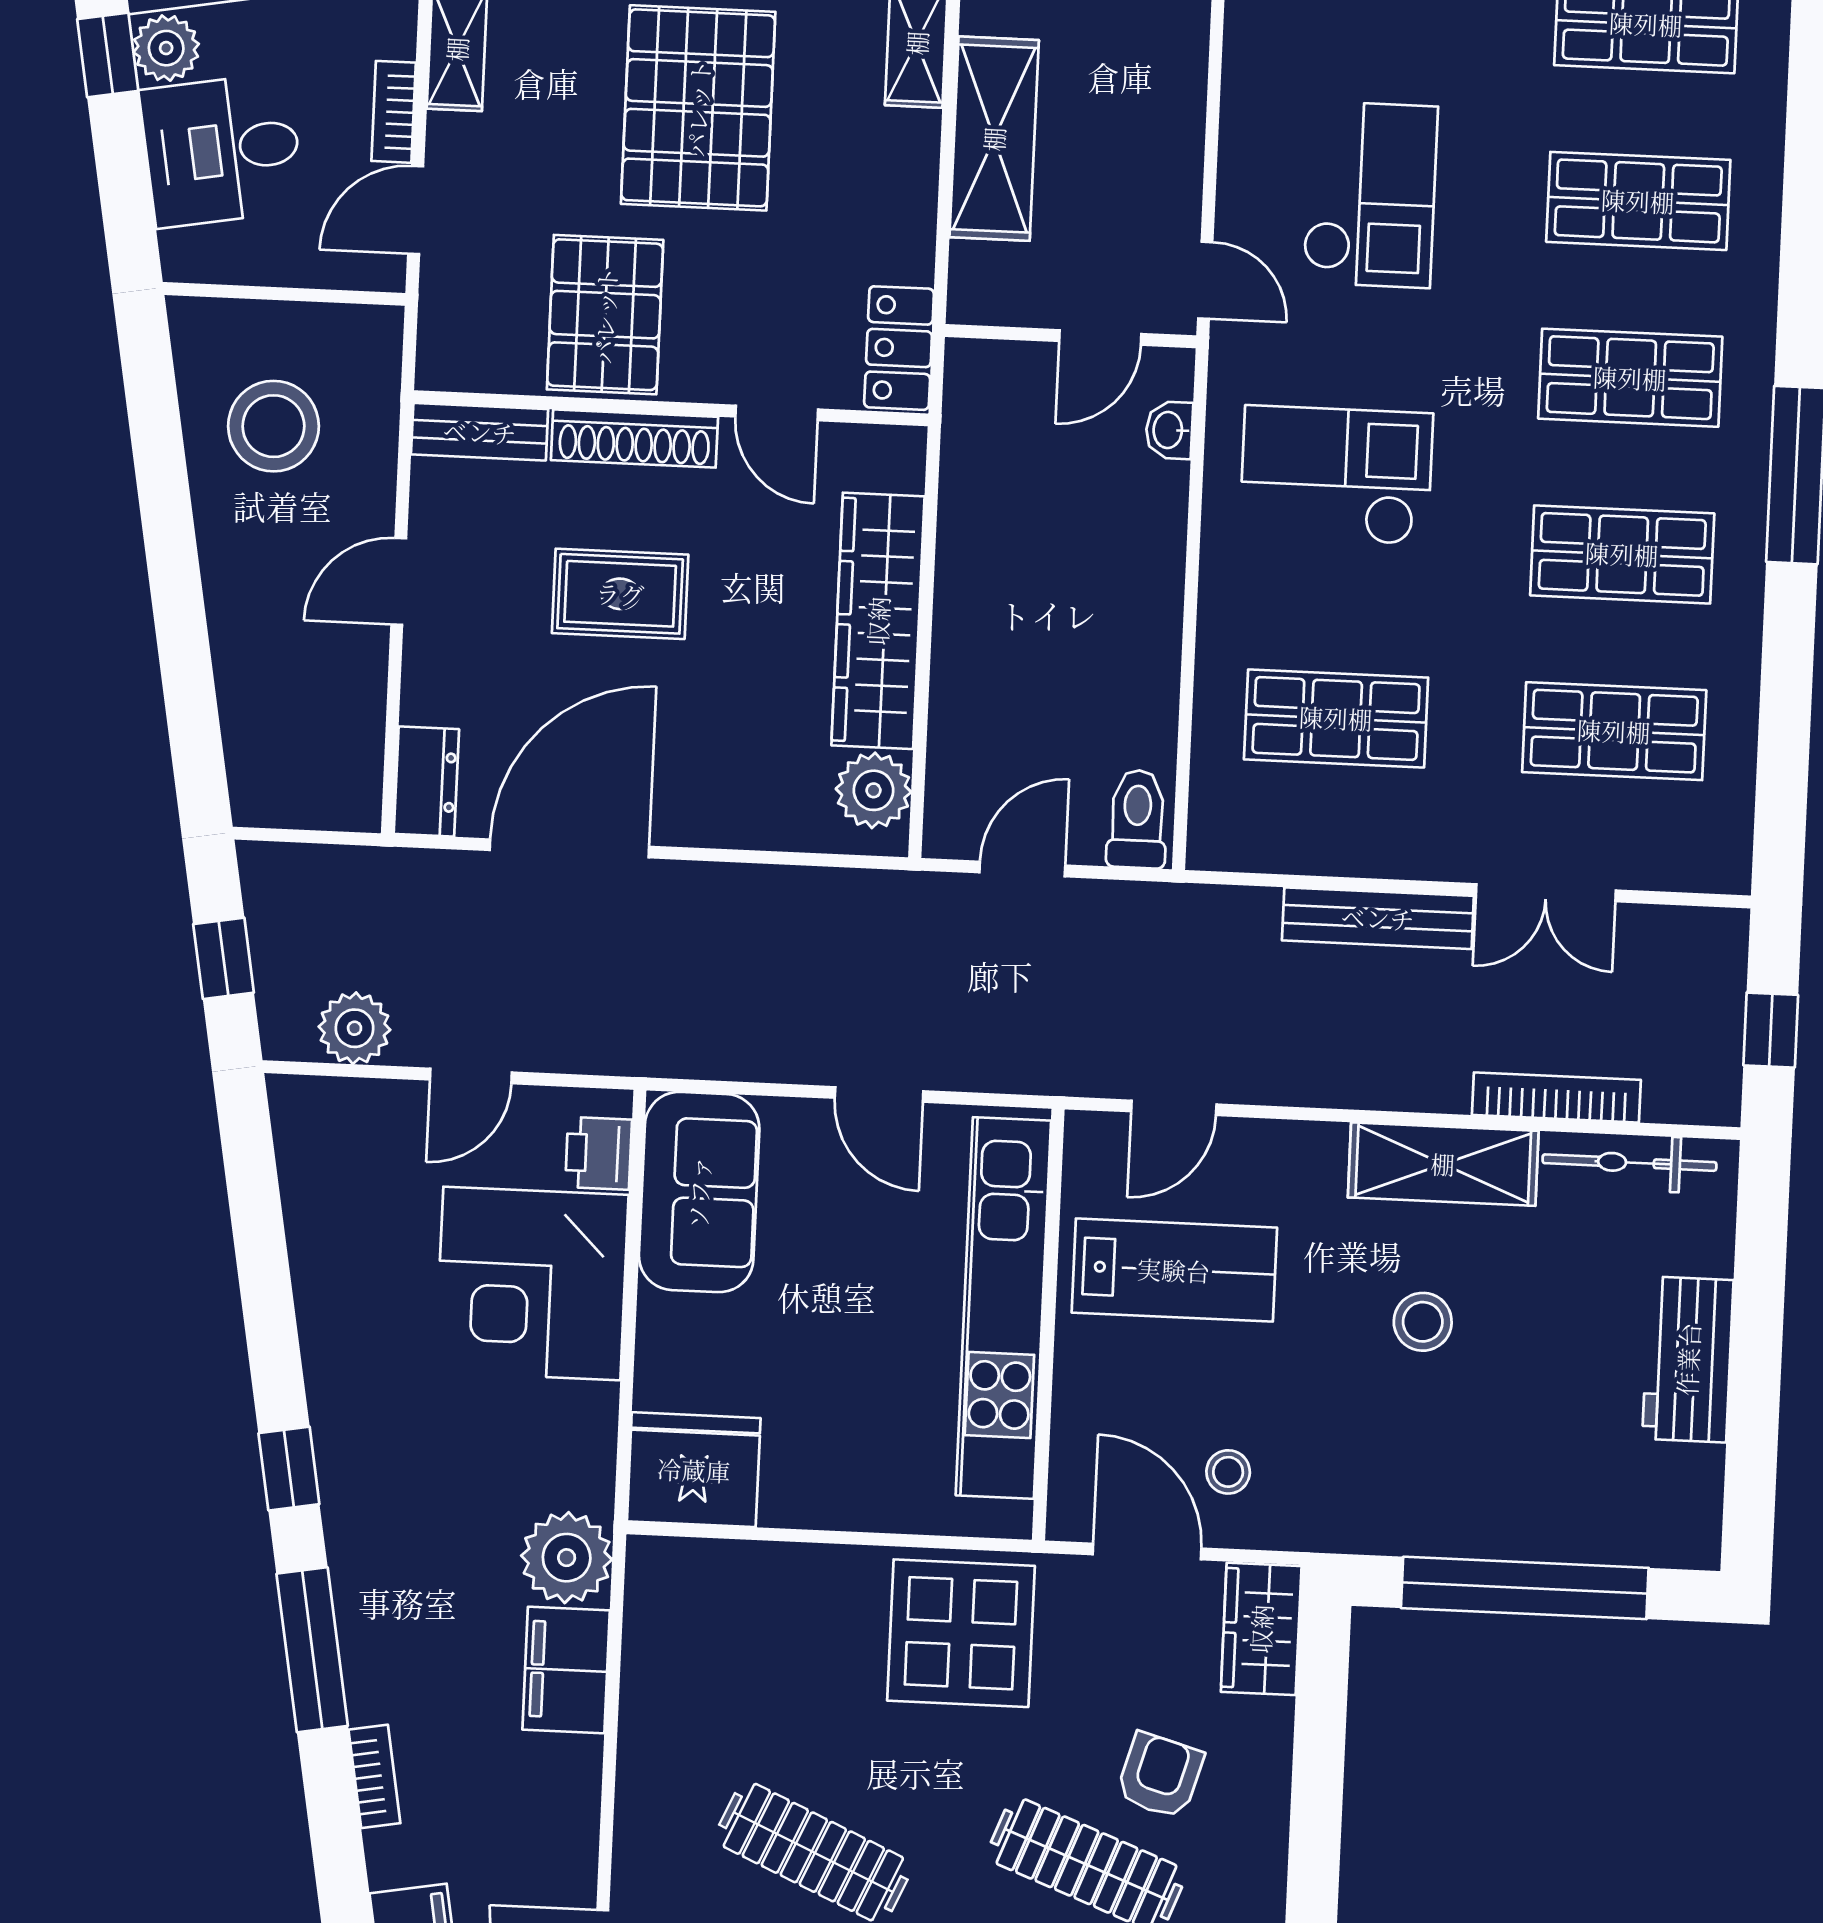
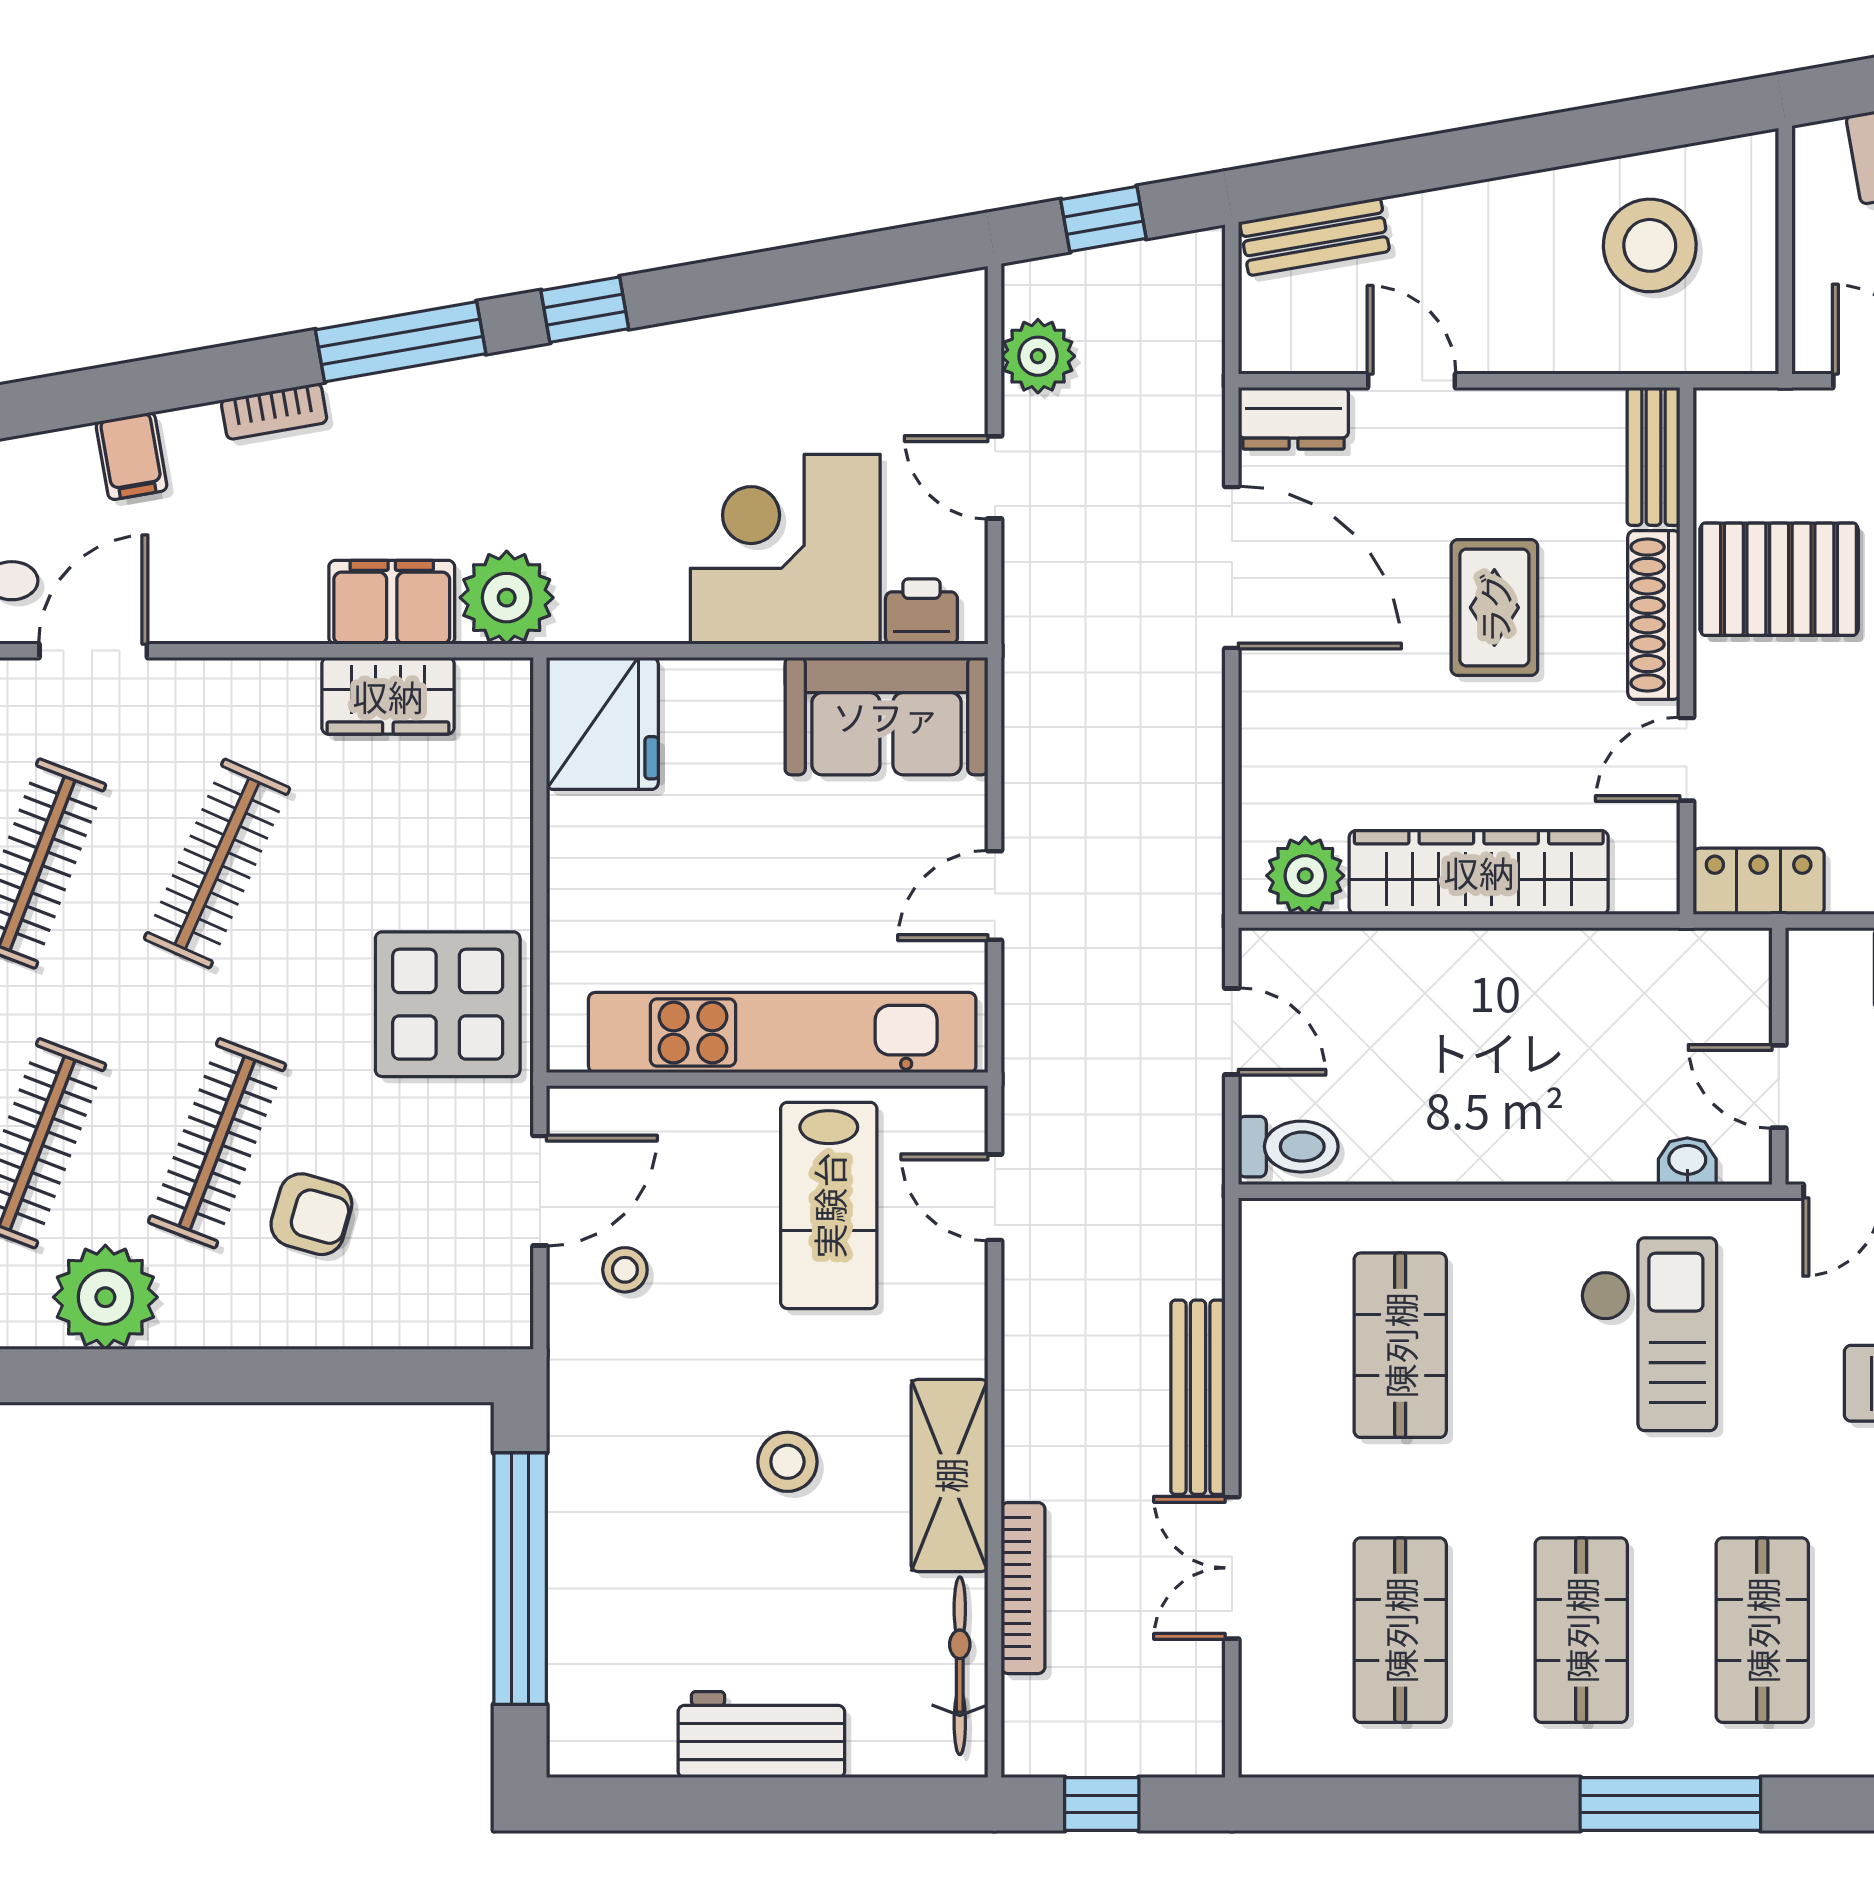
door: (399, 581) -> (1412, 381), moved
bench: (250, 753) -> (1315, 237), added
wardrobe: (1261, 1629) -> (388, 696), moved, turned 180

